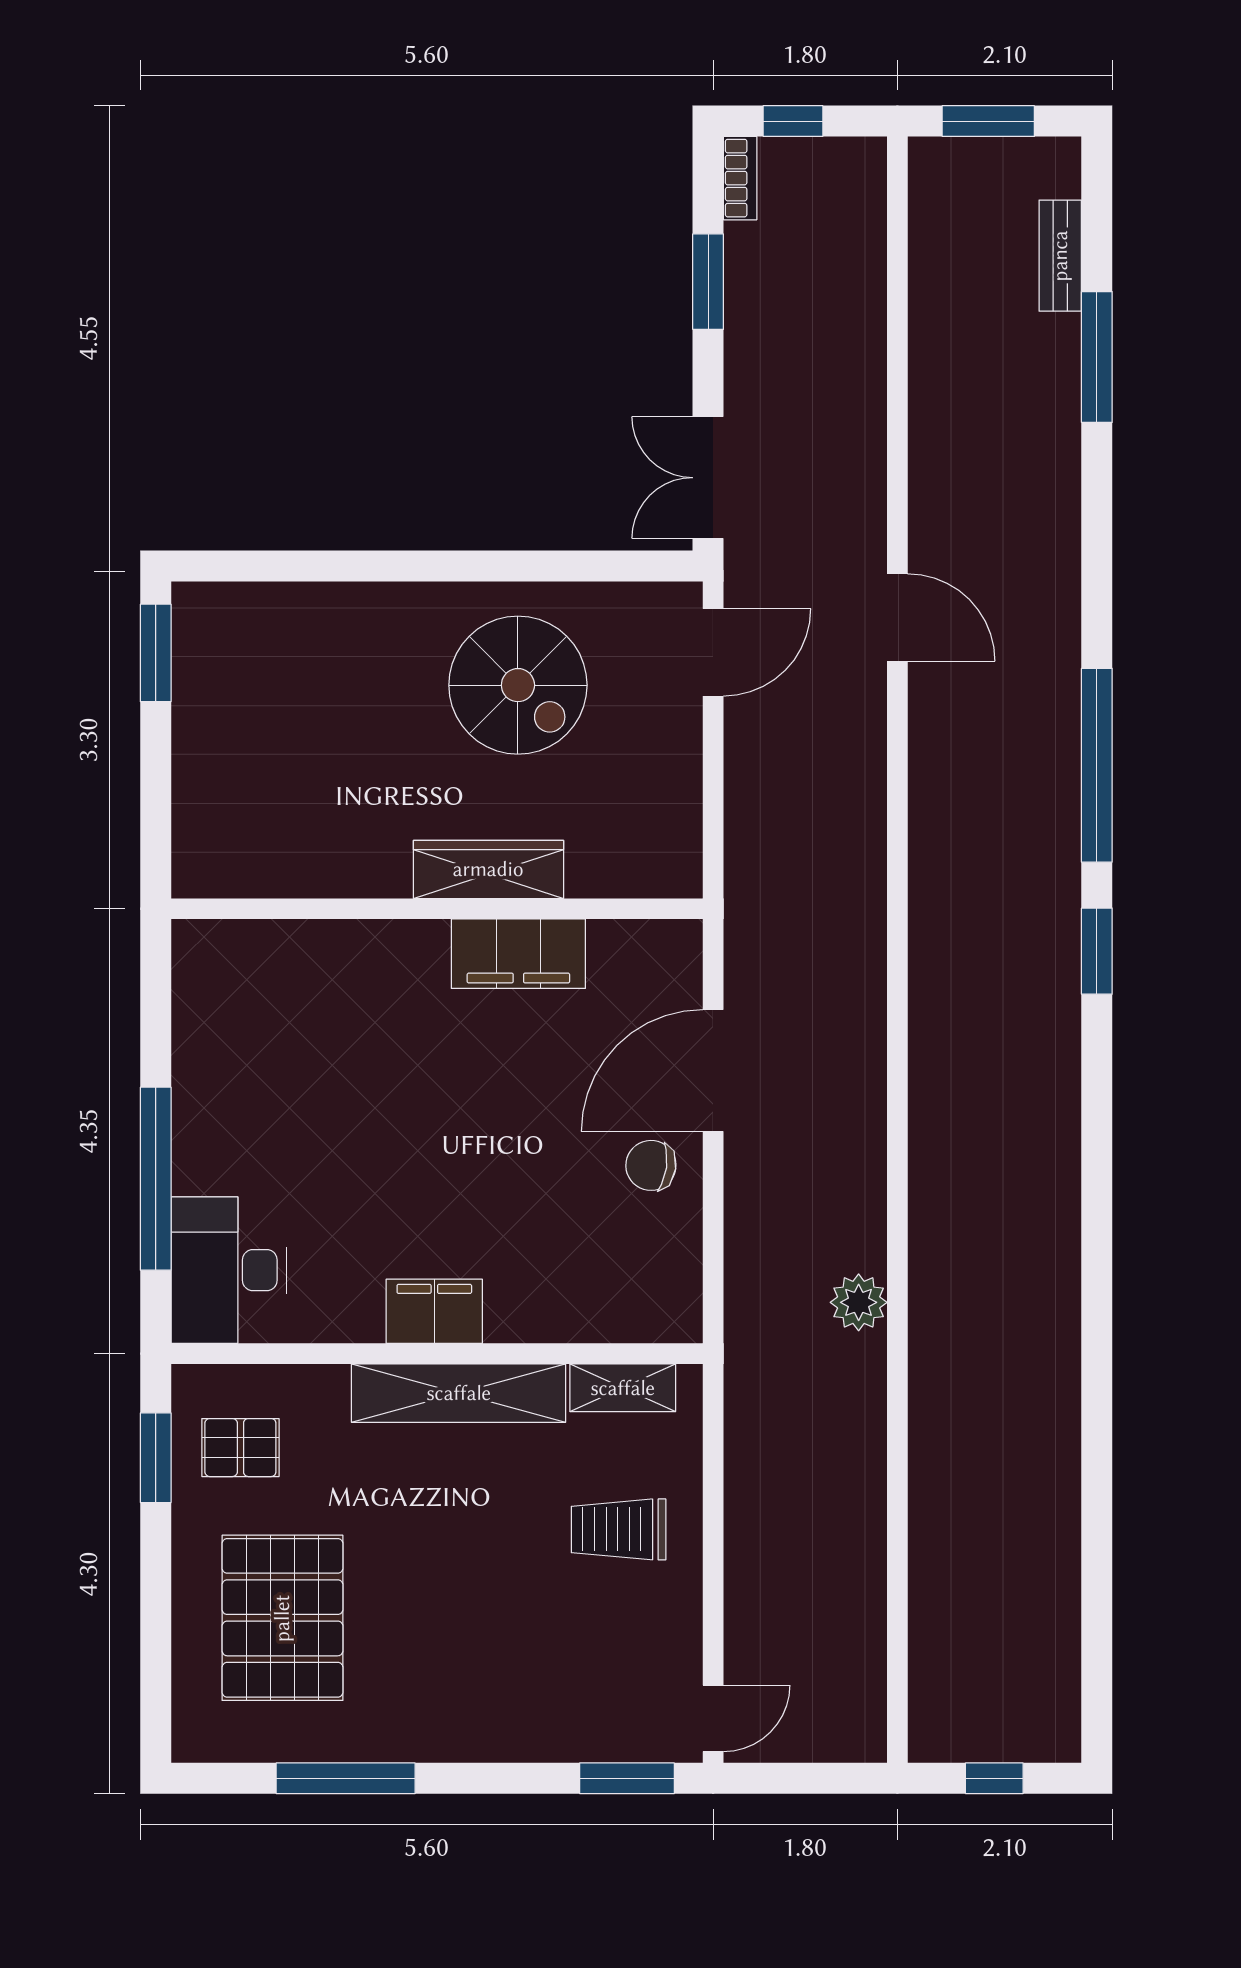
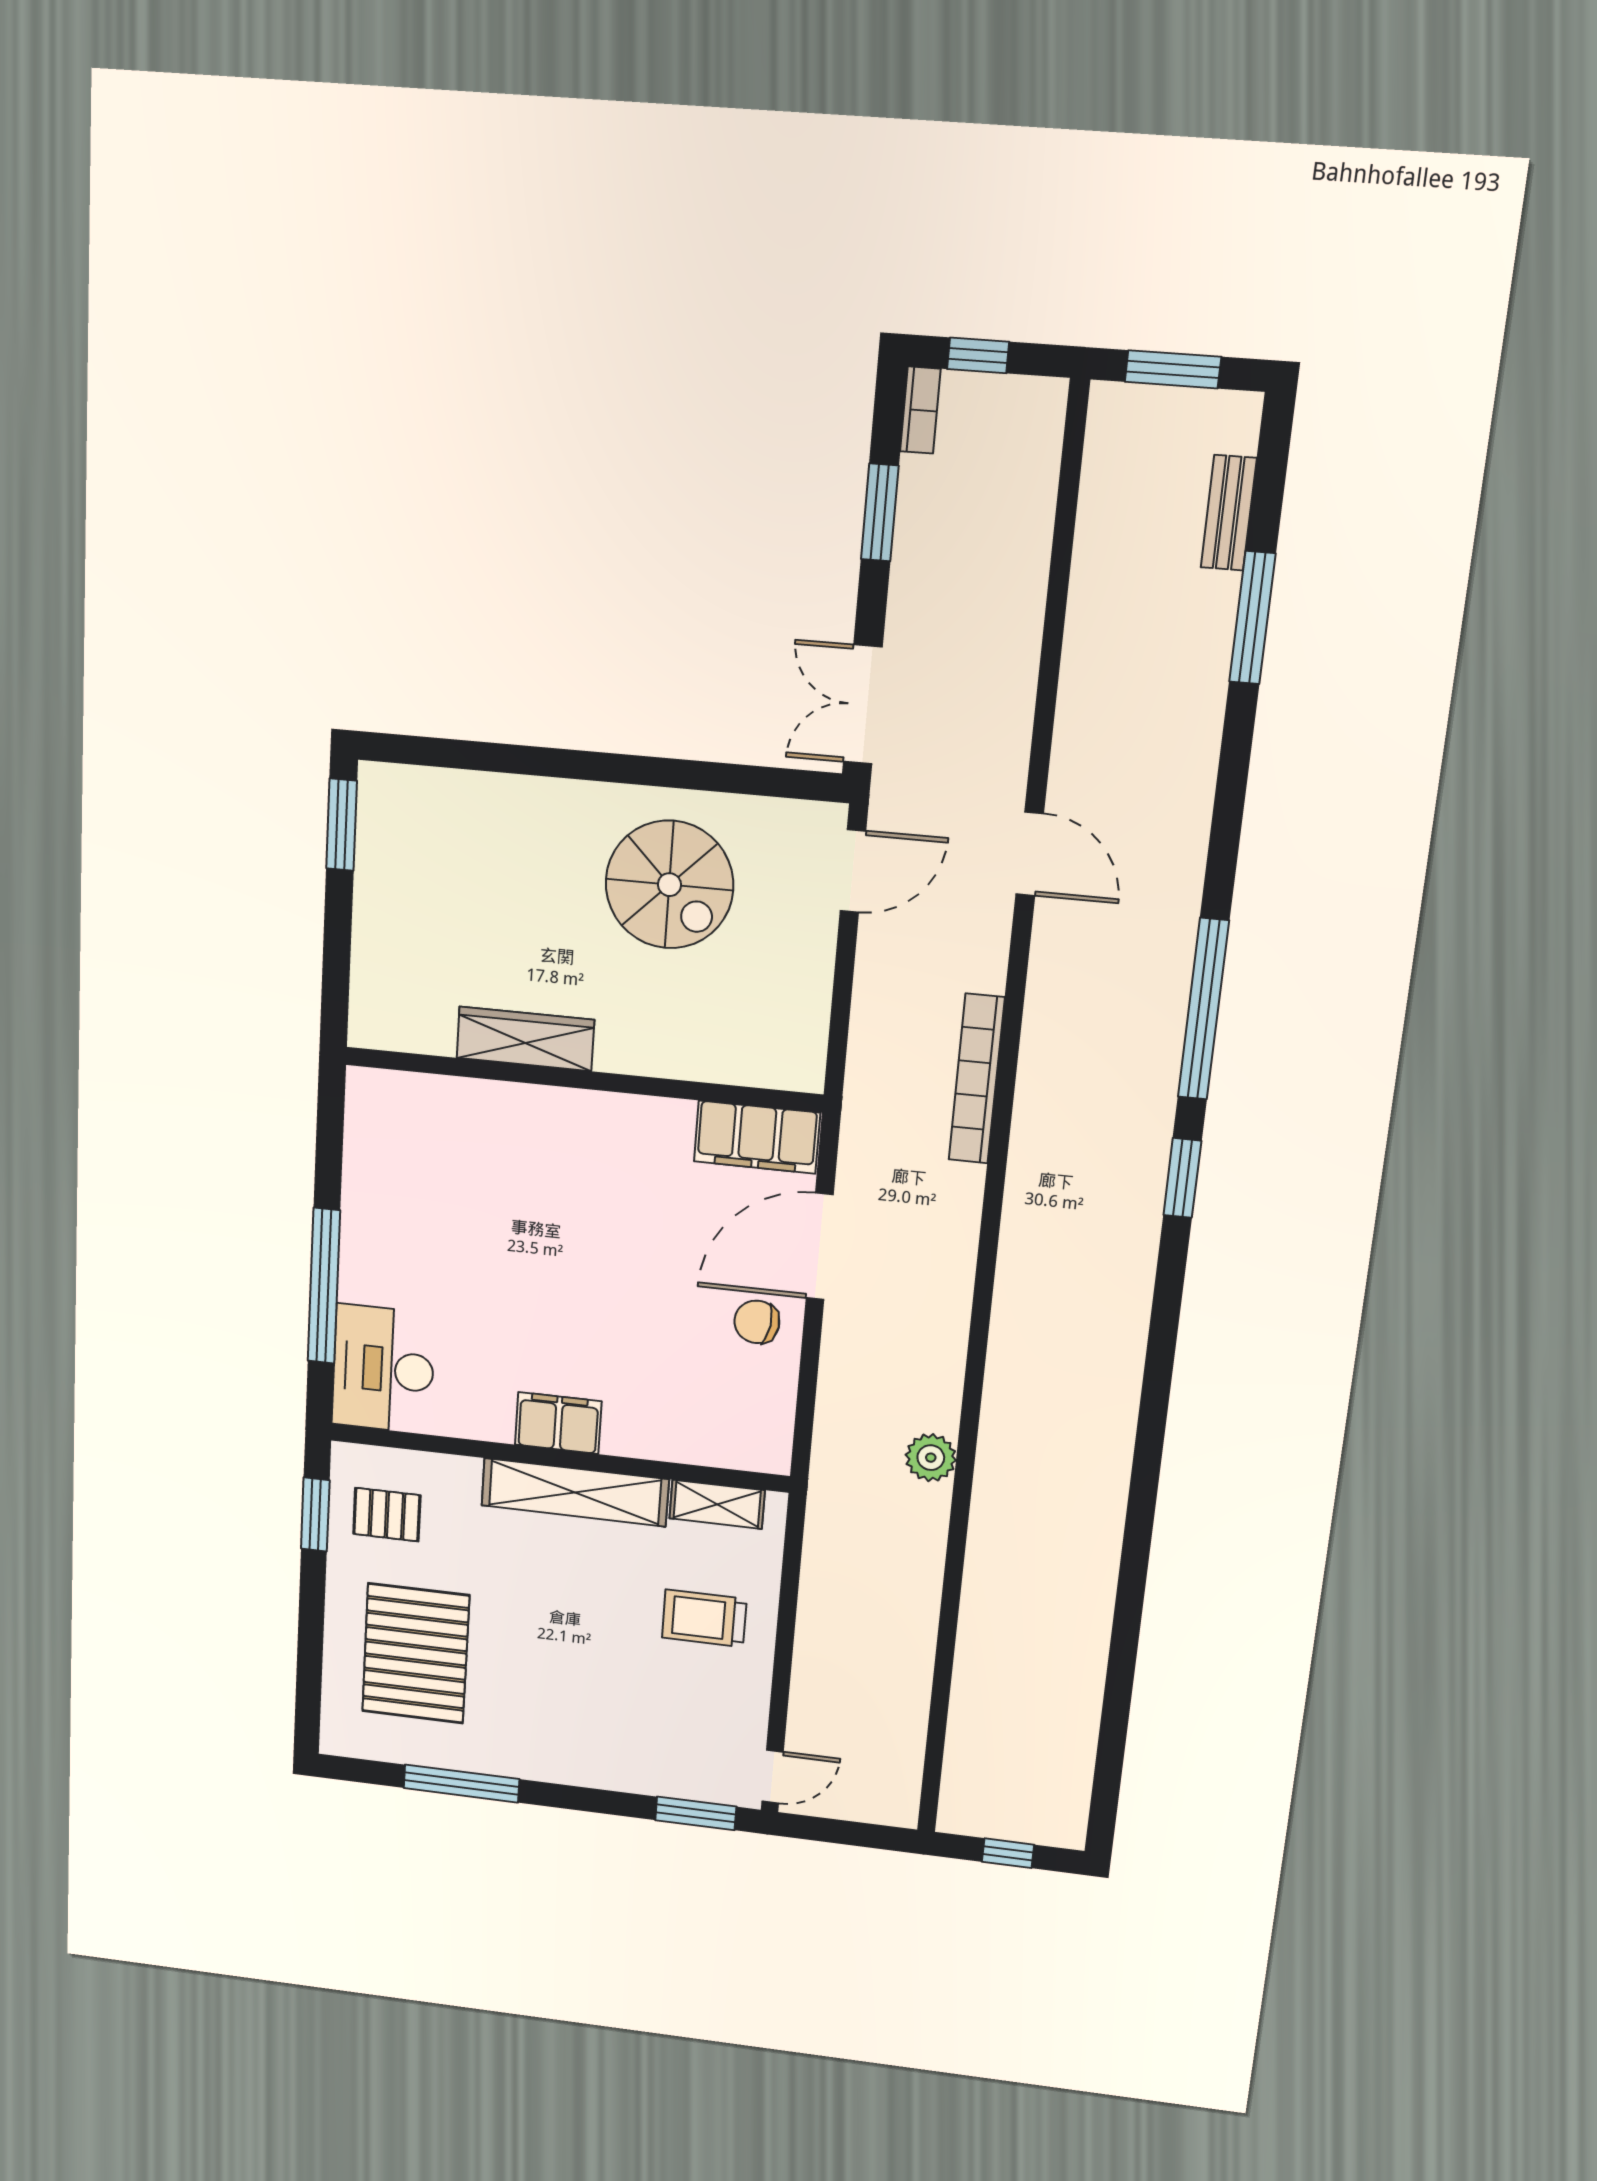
bookcase: (866, 865) -> (977, 1079), added
wardrobe: (488, 869) -> (525, 1039), moved
filing cabinet: (518, 954) -> (757, 1137), moved

